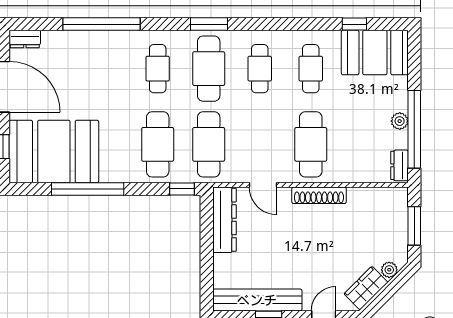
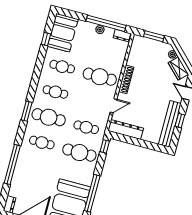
cafe table: (209, 144) -> (86, 127), width x0.73, depth x0.74

